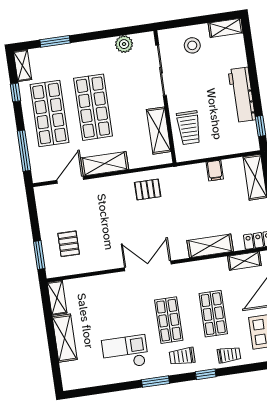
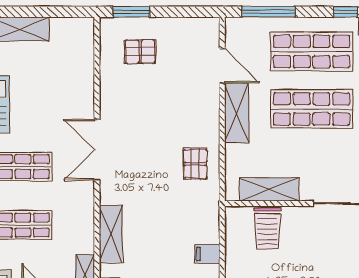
trolley: (189, 128) -> (267, 229), turned -90
double door: (148, 266) -> (97, 150), swing flipped
shelving: (57, 298) -> (73, 27), removed

